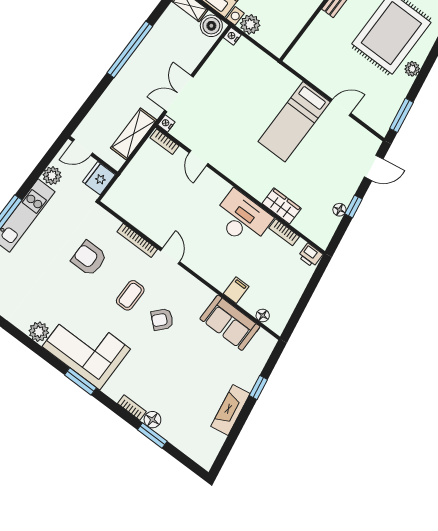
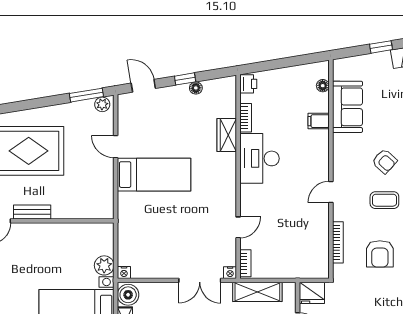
plant: (412, 69) -> (102, 104), moved
bookcase: (137, 240) -> (338, 242), moved

